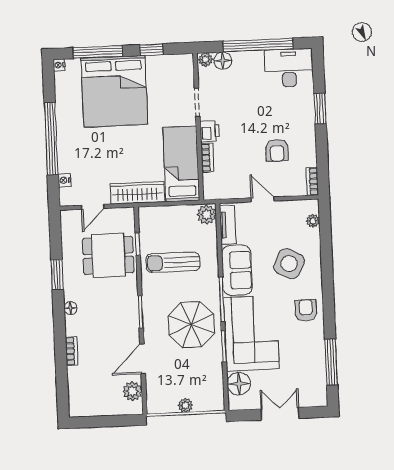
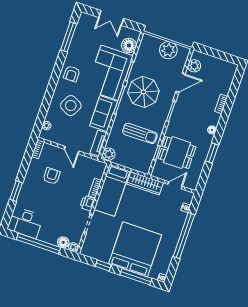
plant: (185, 405) -> (168, 50), width x1.87, depth x1.87

